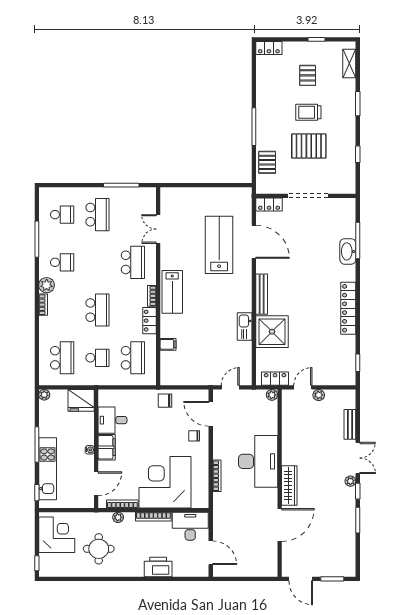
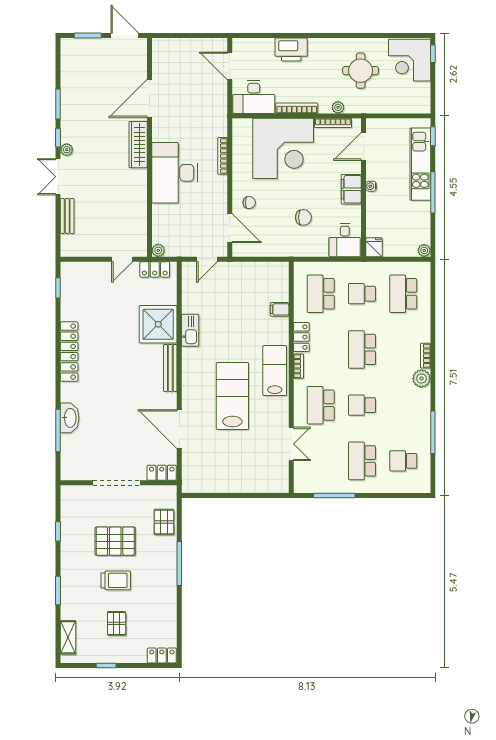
lab bench: (219, 245) -> (232, 396), moved, turned 180
school desk: (62, 262) -> (362, 405), moved
plant: (319, 395) -> (104, 250), removed
fridge: (81, 400) -> (374, 247), width x0.53, depth x0.75
chair: (165, 401) -> (303, 217), moved
desk: (112, 420) -> (345, 240), moved, turned 90
corner desk: (57, 535) -> (410, 60), moved

